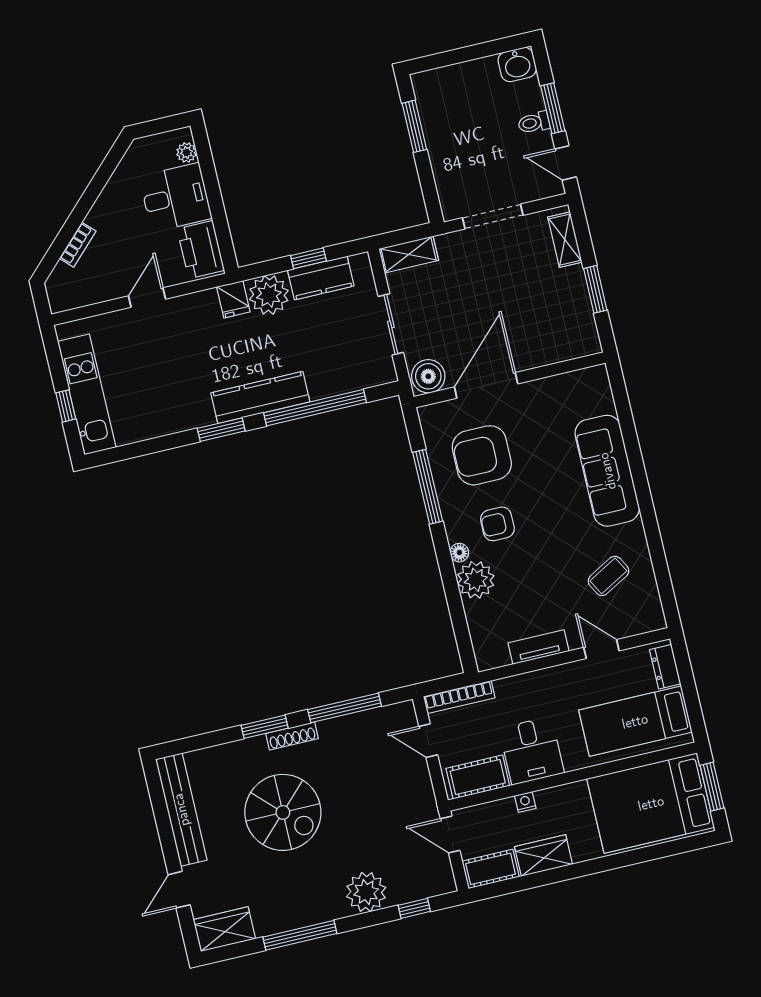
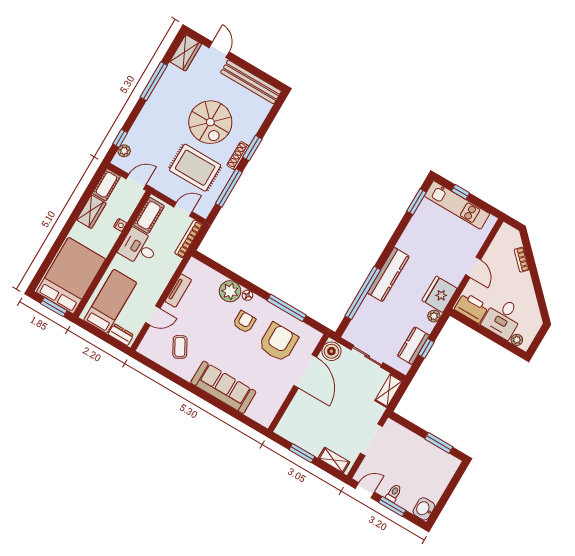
plant: (269, 295) -> (434, 316), width x0.53, depth x0.53
fridge: (233, 299) -> (439, 294), width x1.88, depth x1.34
window: (221, 430) -> (416, 202), moved
rug: (360, 776) -> (195, 168), added
spiral stairs: (283, 812) -> (210, 122), turned -90
plant: (366, 892) -> (124, 151), moved, width x0.53, depth x0.53

